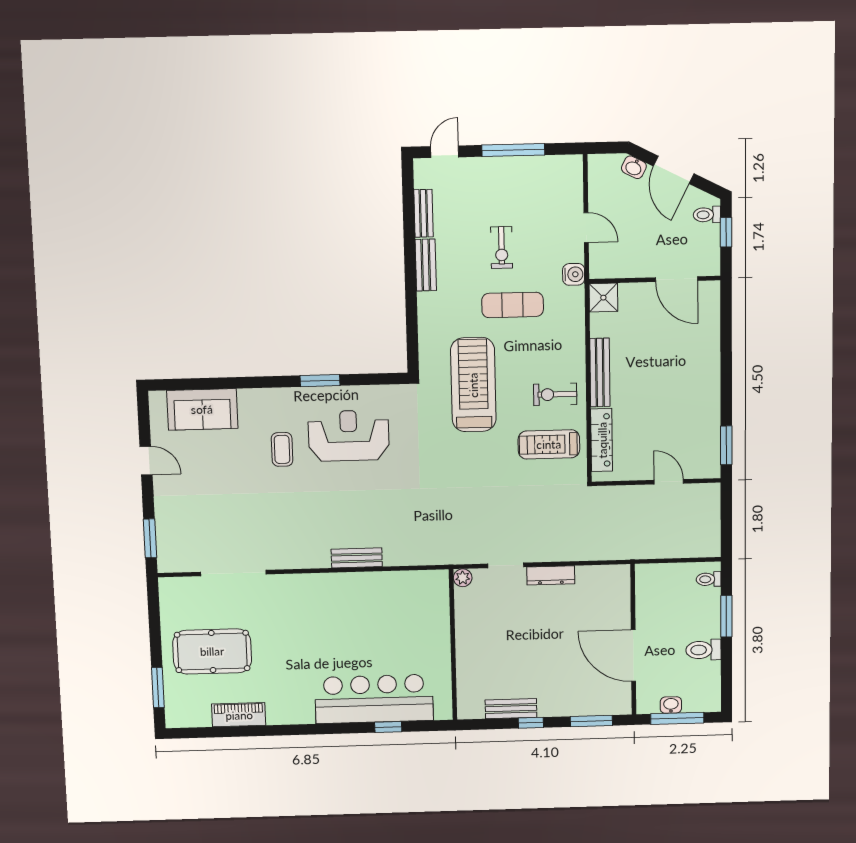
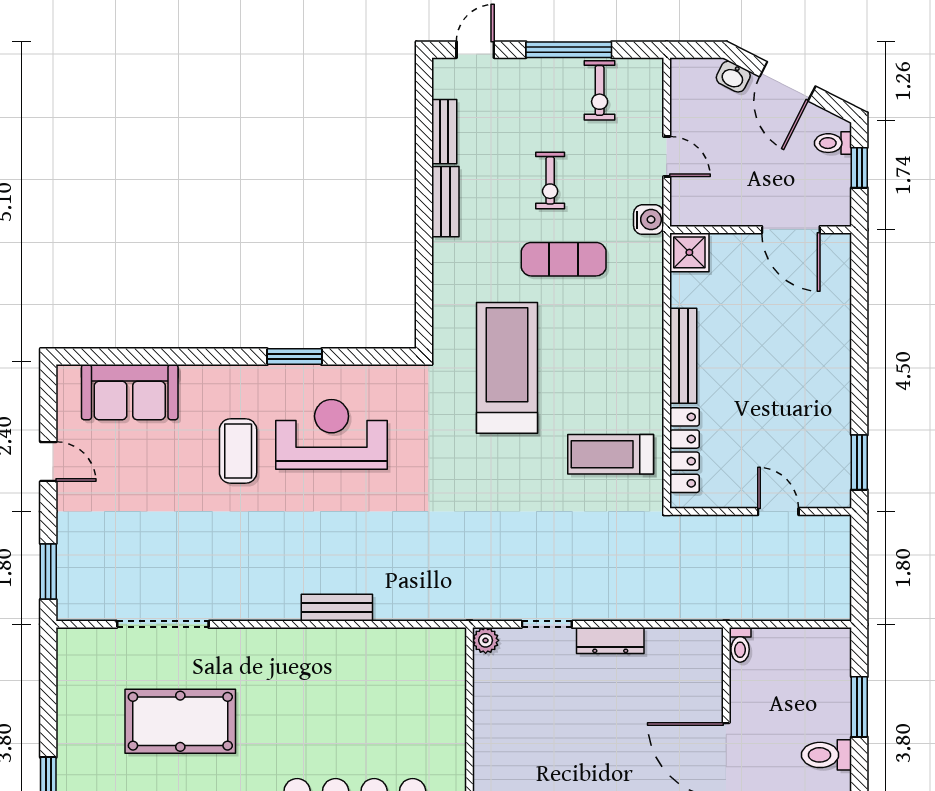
exercise bike: (555, 394) -> (600, 90), moved, turned -90
coffee table: (282, 449) -> (238, 451), width x1.36, depth x1.30
toilet: (709, 579) -> (740, 645), moved, turned -90
pool table: (212, 651) -> (180, 721), moved

